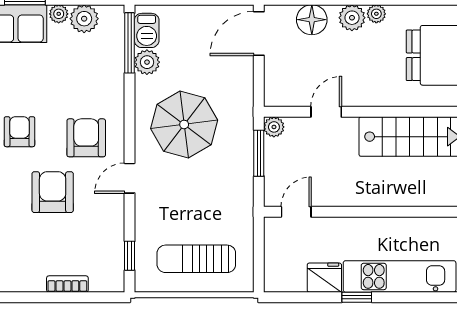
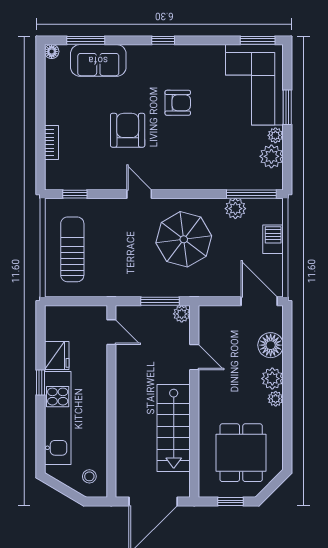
barbecue: (147, 30) -> (273, 239), moved, turned 90
armchair: (86, 138) -> (173, 158), removed
armchair: (53, 192) -> (128, 130), turned -90

